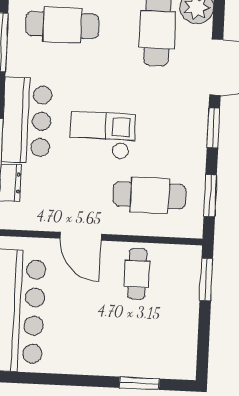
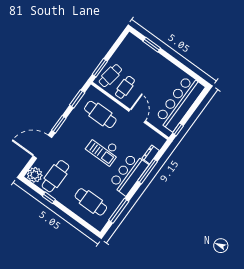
cafe table: (178, 278) -> (110, 76), added

